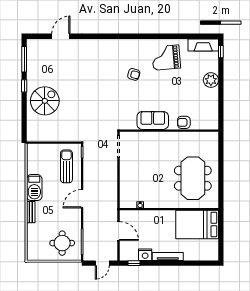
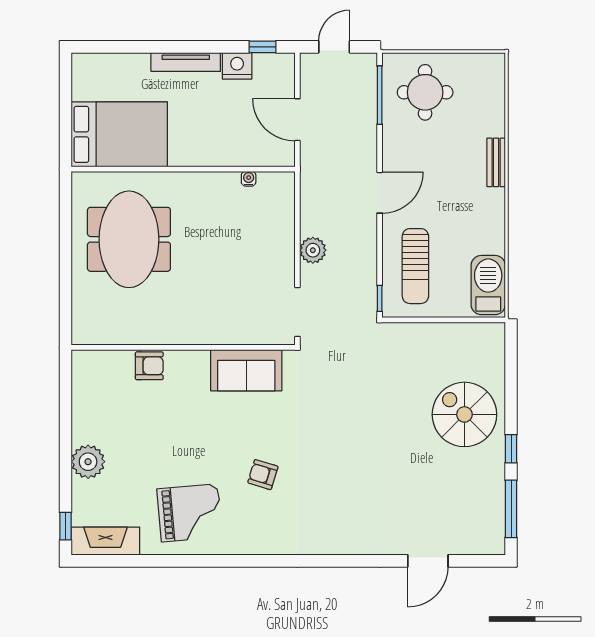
spiral stairs: (45, 101) -> (464, 414), turned 90
sofa: (153, 120) -> (246, 370), moved
plant: (112, 173) -> (313, 250), added
barbecue: (34, 188) -> (488, 285), moved

